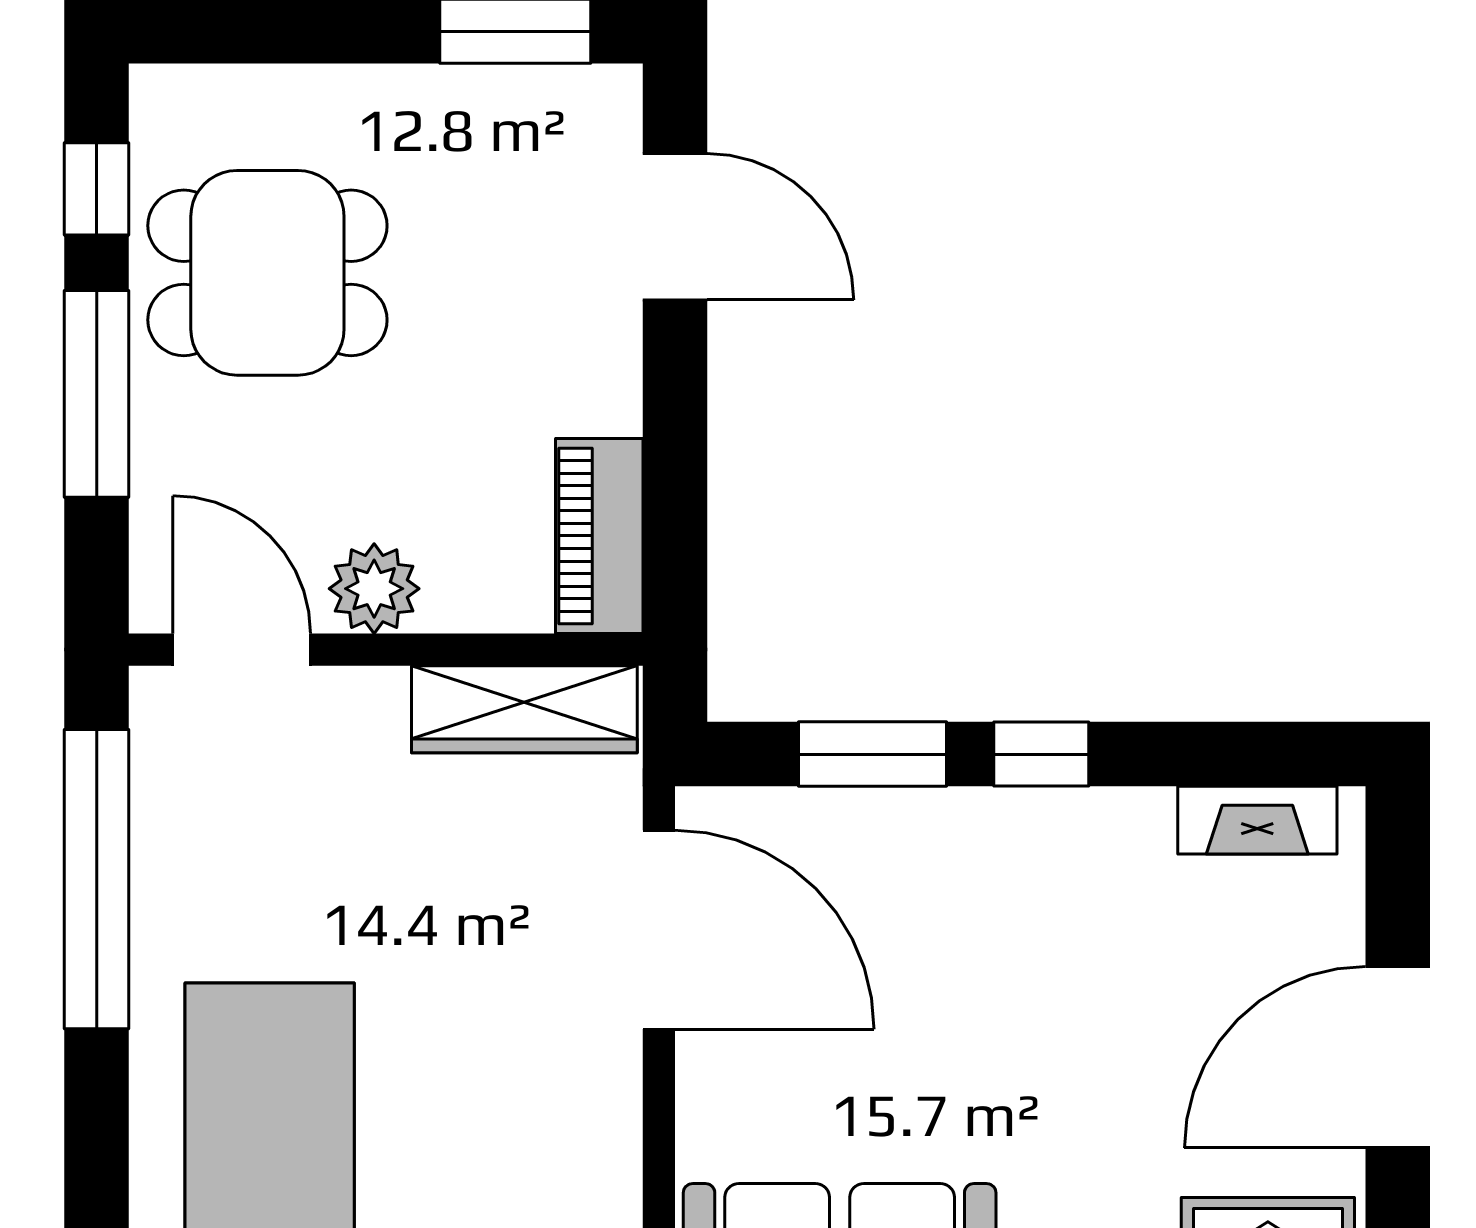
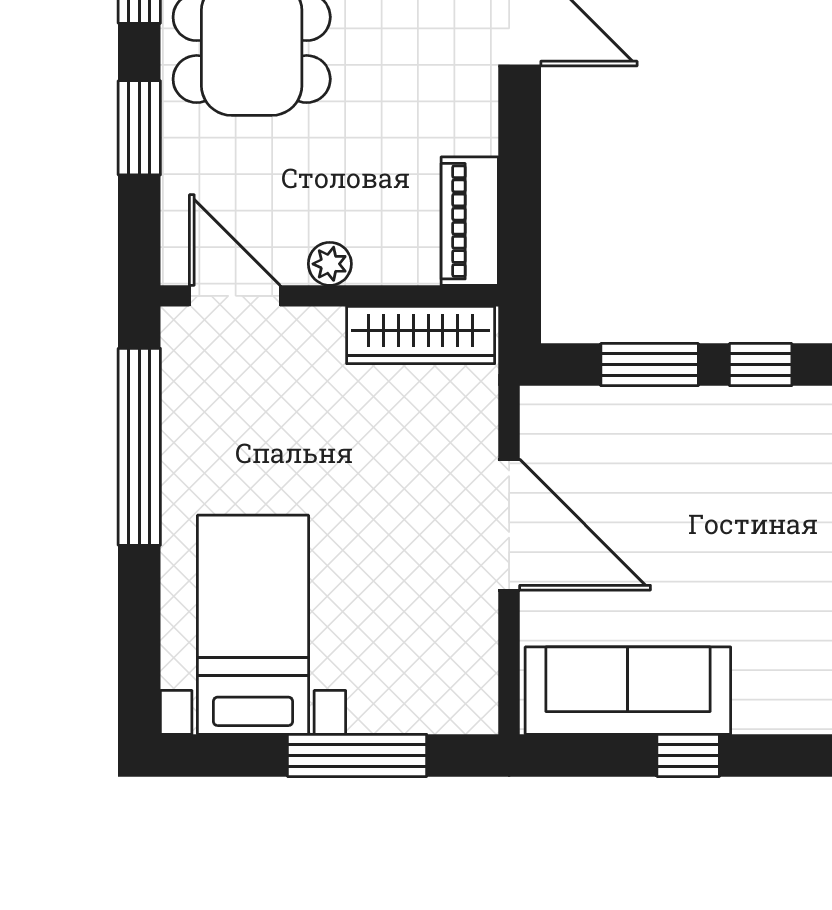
window: (97, 394) -> (139, 128), width x0.69
plant: (374, 589) -> (330, 264), width x0.73, depth x0.73
door: (659, 930) -> (509, 525), moved

